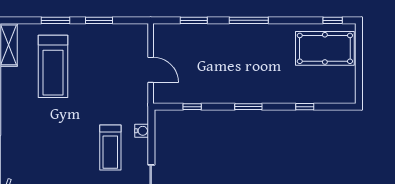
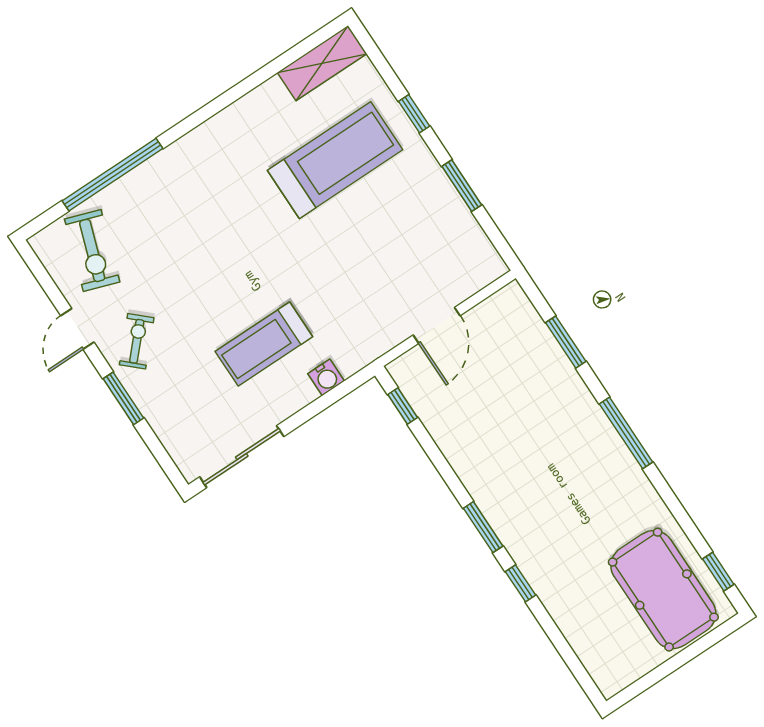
window: (56, 20) -> (414, 114), width x0.67
treadmill: (53, 66) -> (335, 160), turned 180
window: (192, 107) -> (403, 406), moved
window: (305, 107) -> (520, 583), moved

